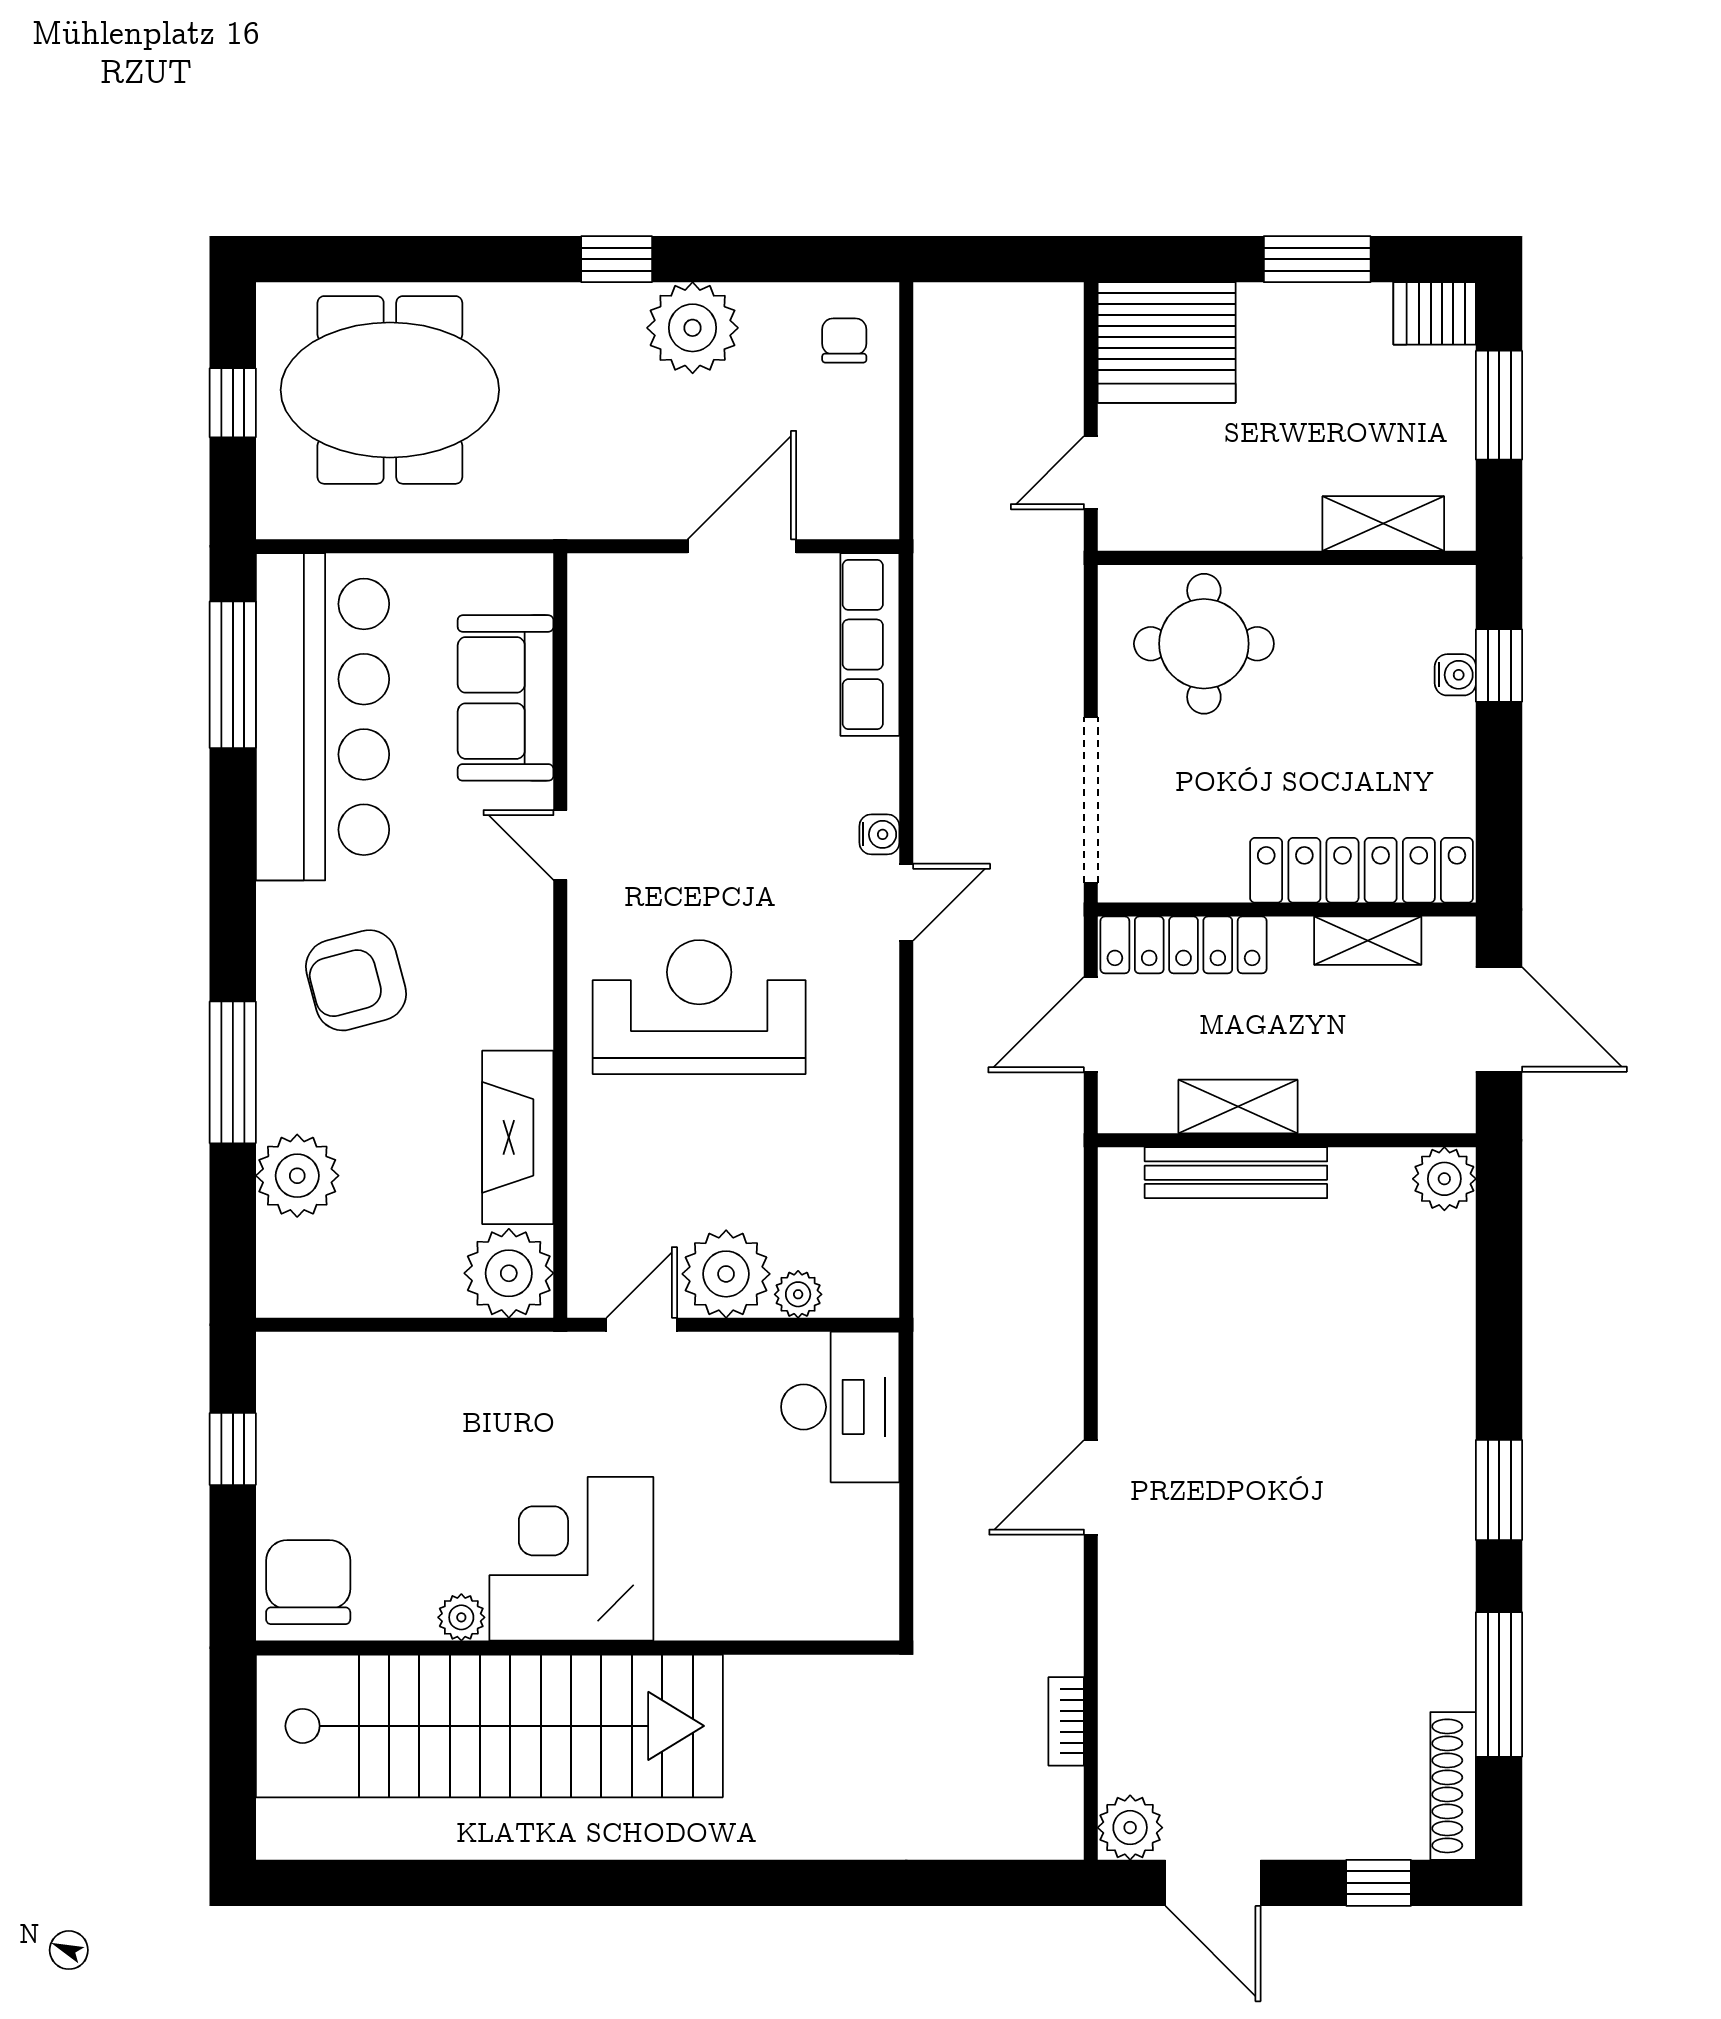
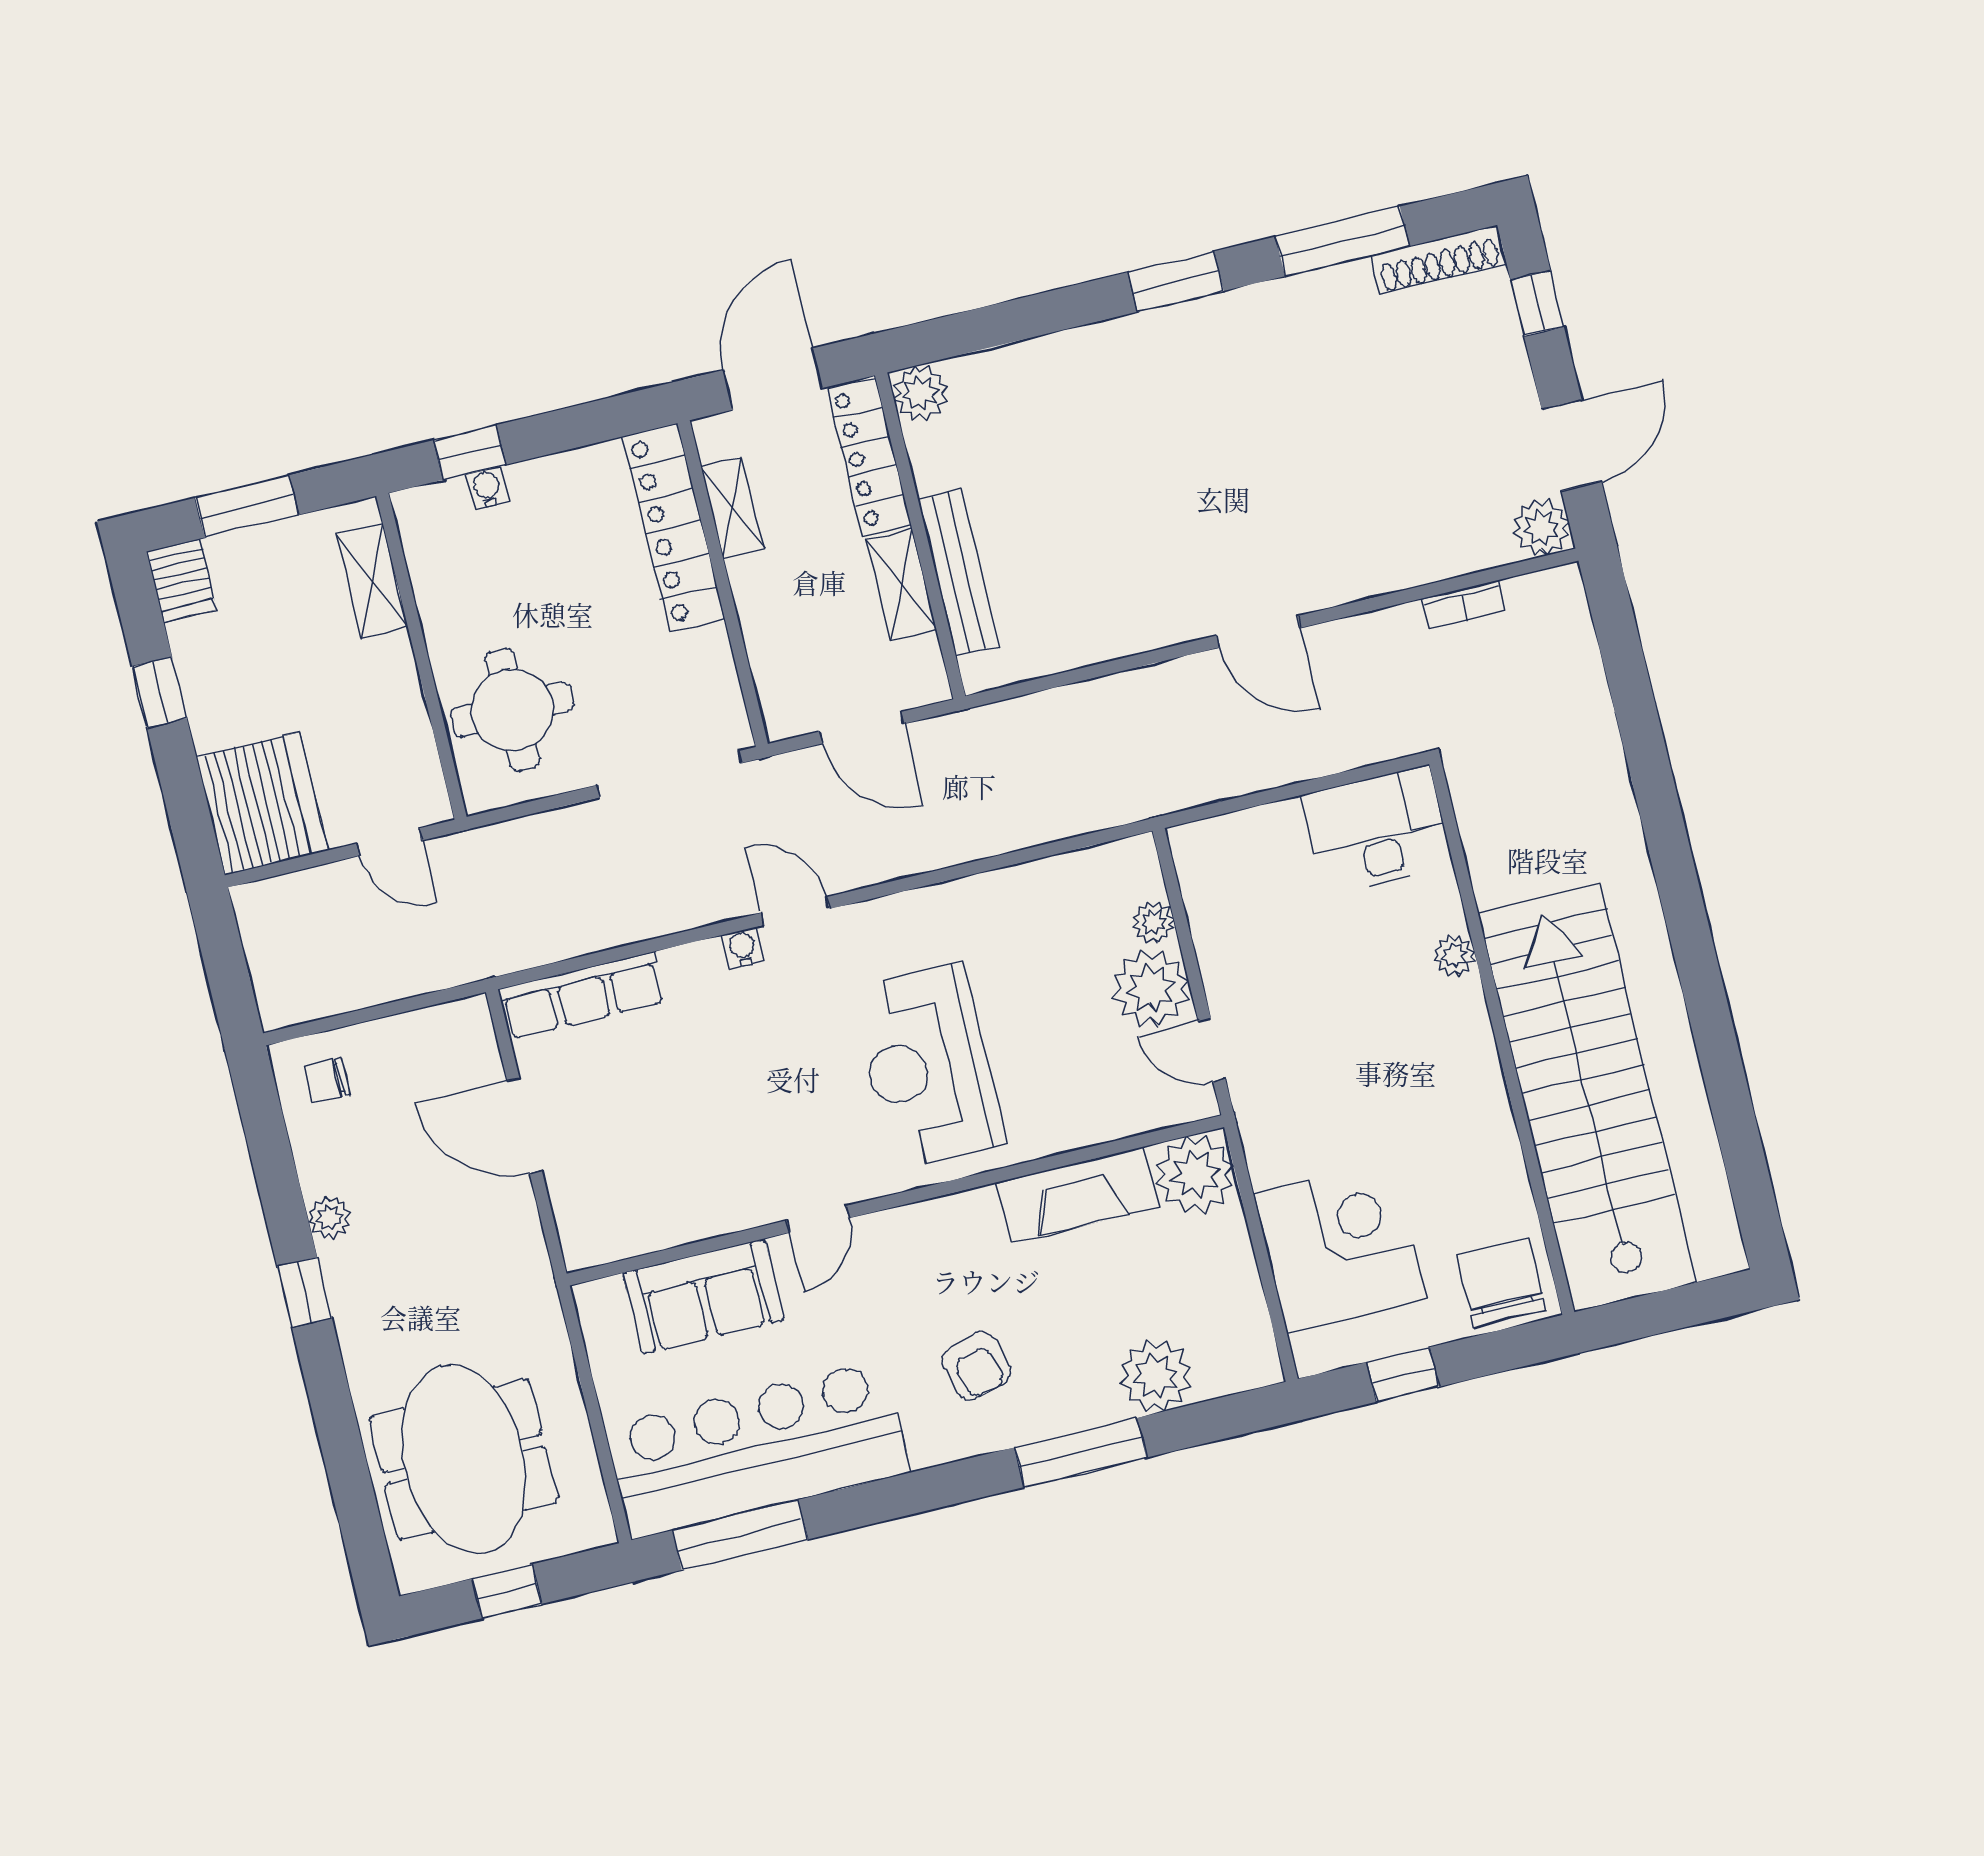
window: (1317, 259) -> (159, 692), width x0.67
plant: (693, 328) -> (329, 1217), width x0.53, depth x0.53
locker: (1184, 945) -> (869, 457), moved, turned 180
armchair: (356, 980) -> (976, 1366), width x0.72, depth x0.72
desk: (840, 1407) -> (1377, 830), moved
corner desk: (571, 1559) -> (1340, 1247), moved, turned 180
chair: (308, 1582) -> (1501, 1282), turned 90
plant: (461, 1617) -> (1454, 956), moved

